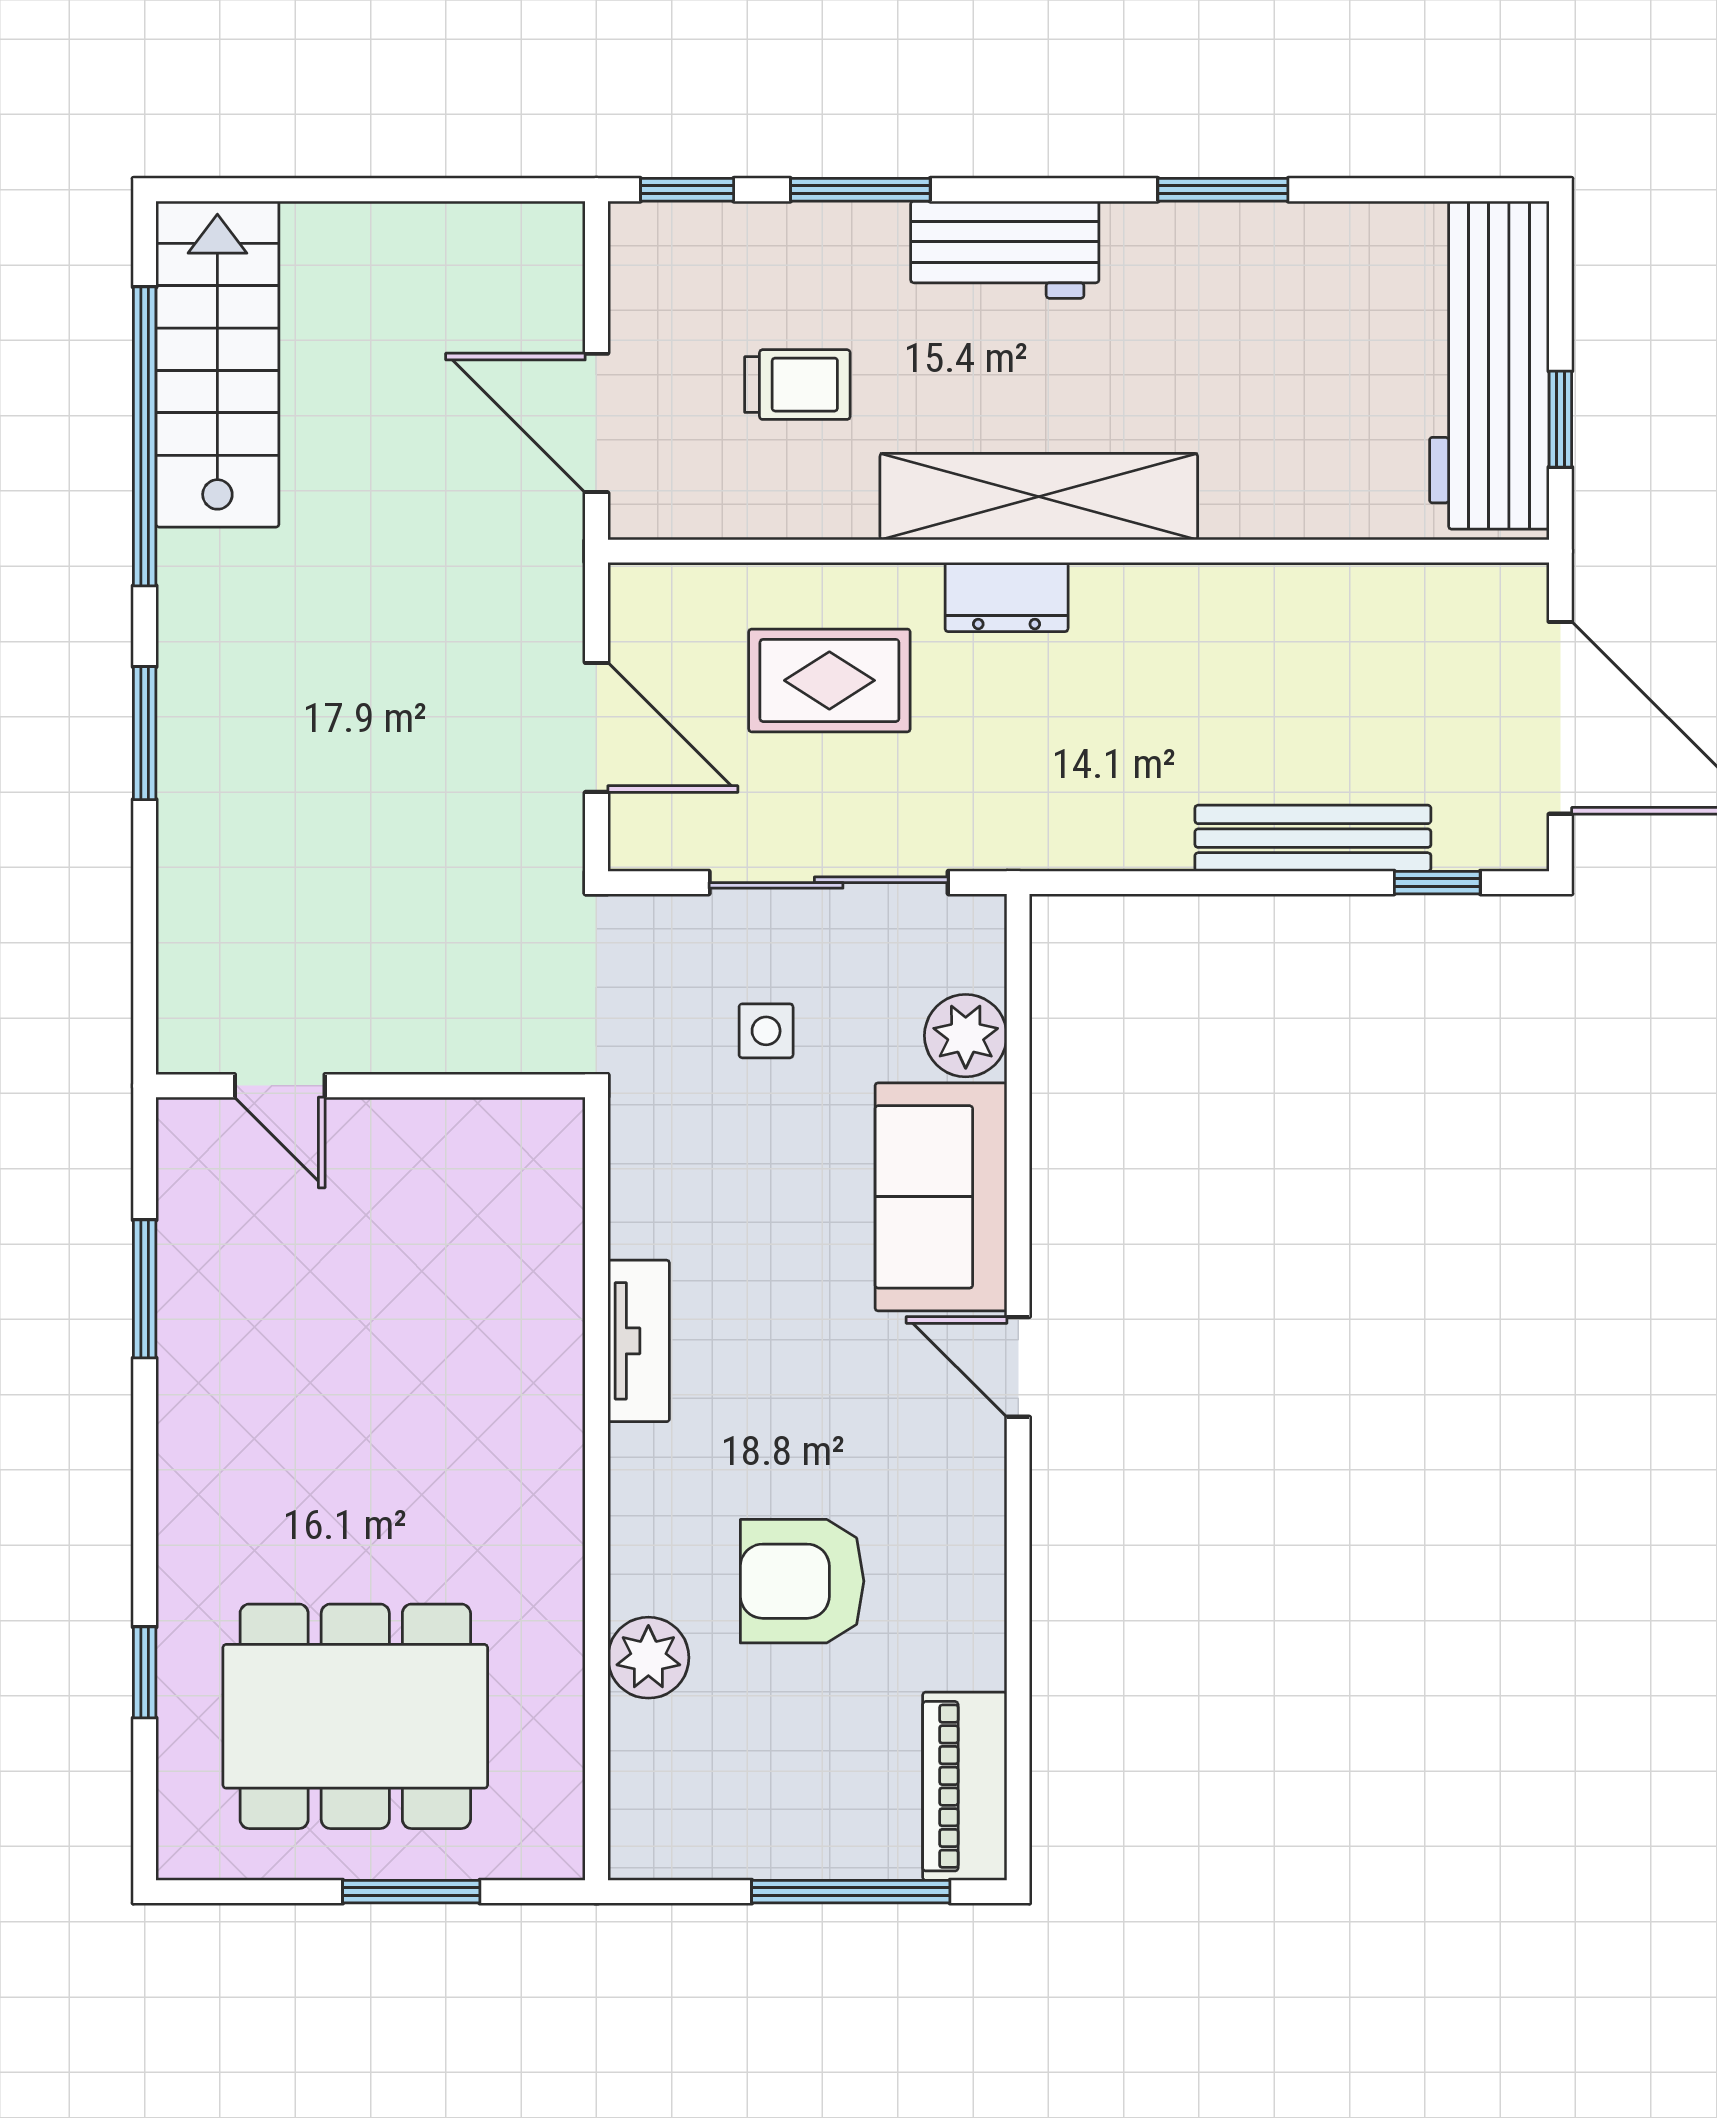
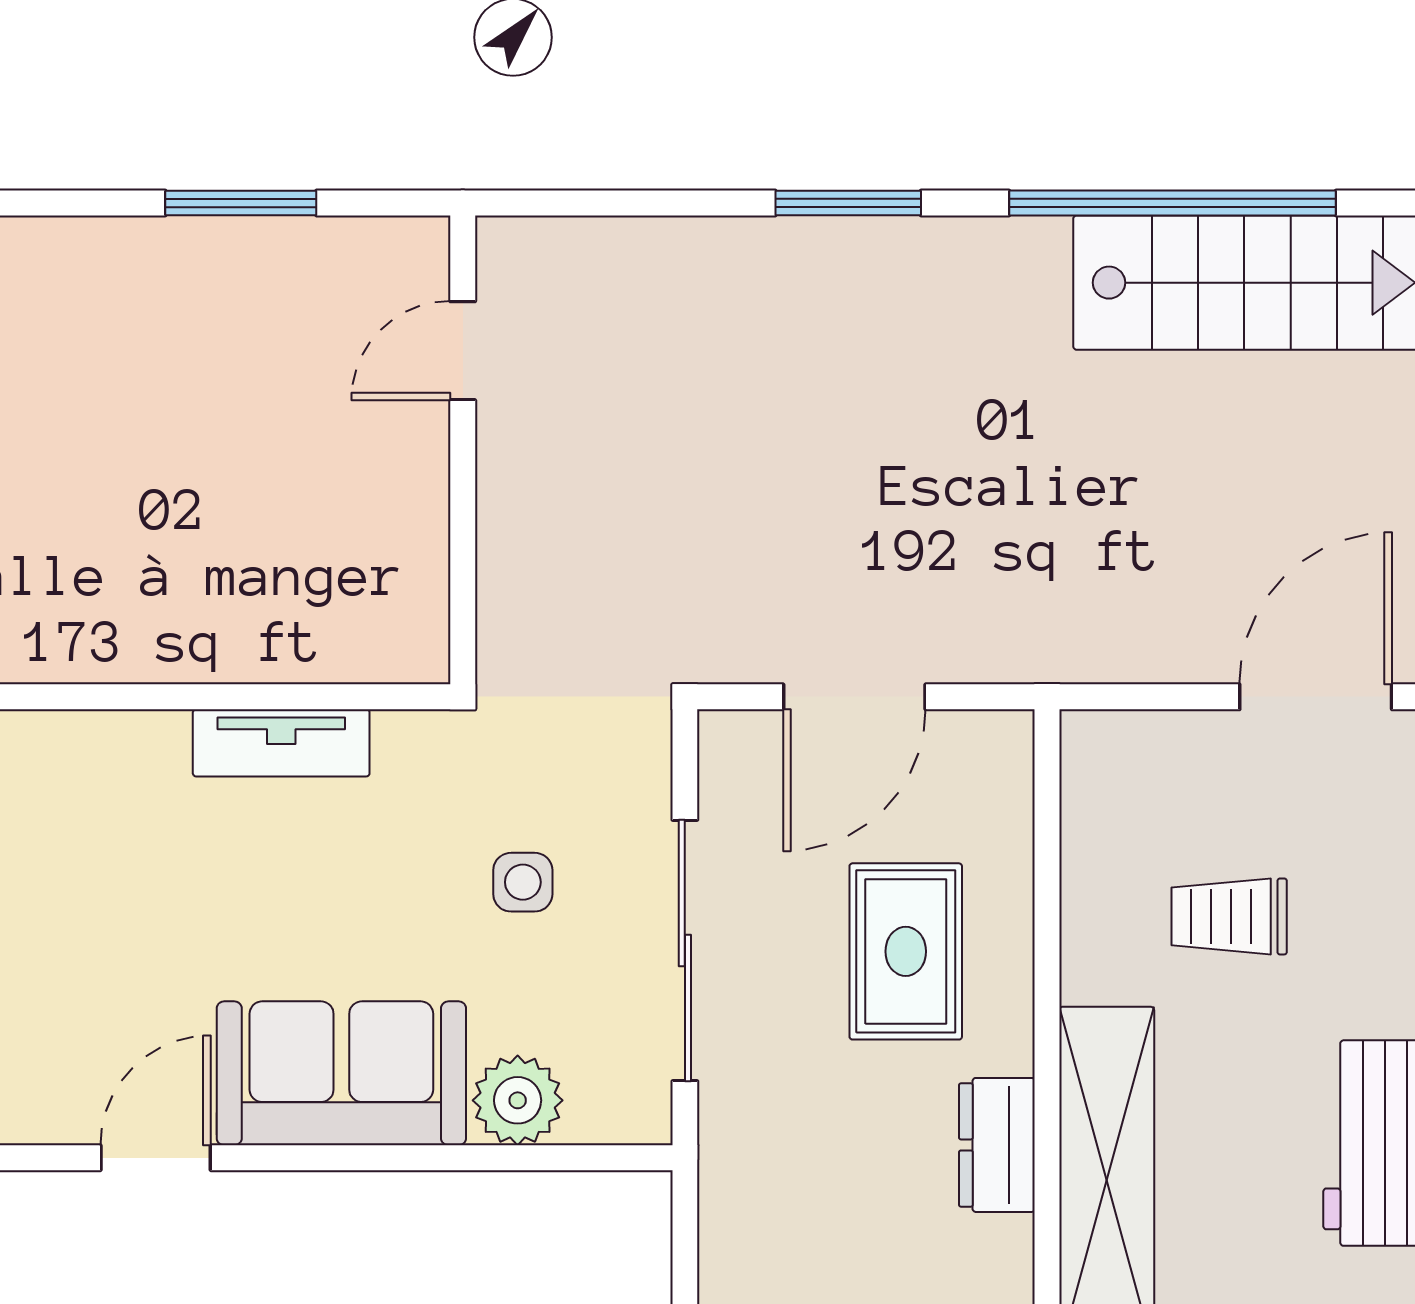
trolley: (797, 385) -> (1229, 916), turned 90
door: (596, 423) -> (1316, 697), moved
tv unit: (639, 1341) -> (281, 743), moved

